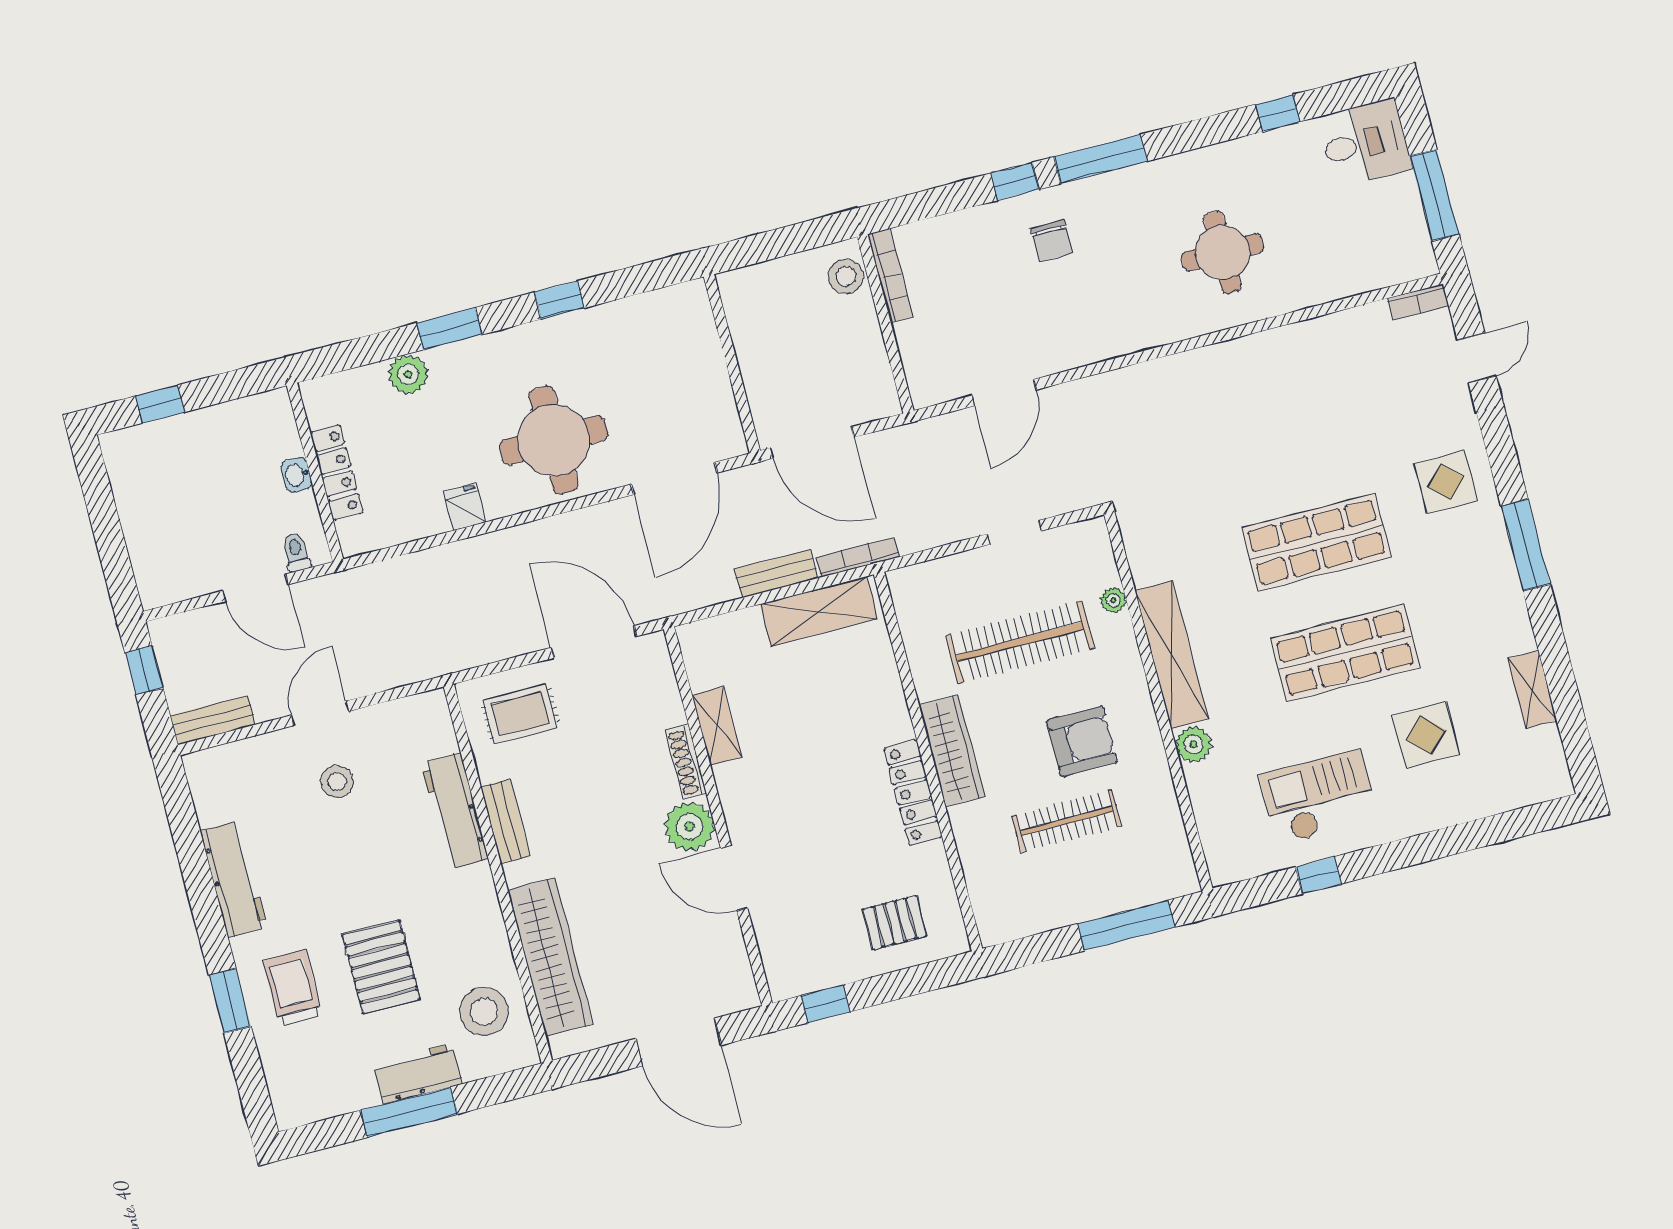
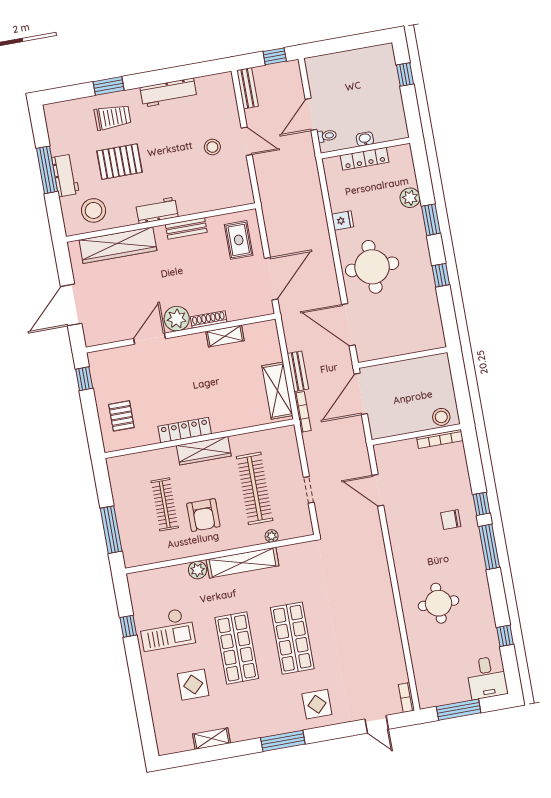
checkout: (1319, 797) -> (167, 629), turned 90
workbench: (455, 811) -> (157, 210), moved, width x0.73

